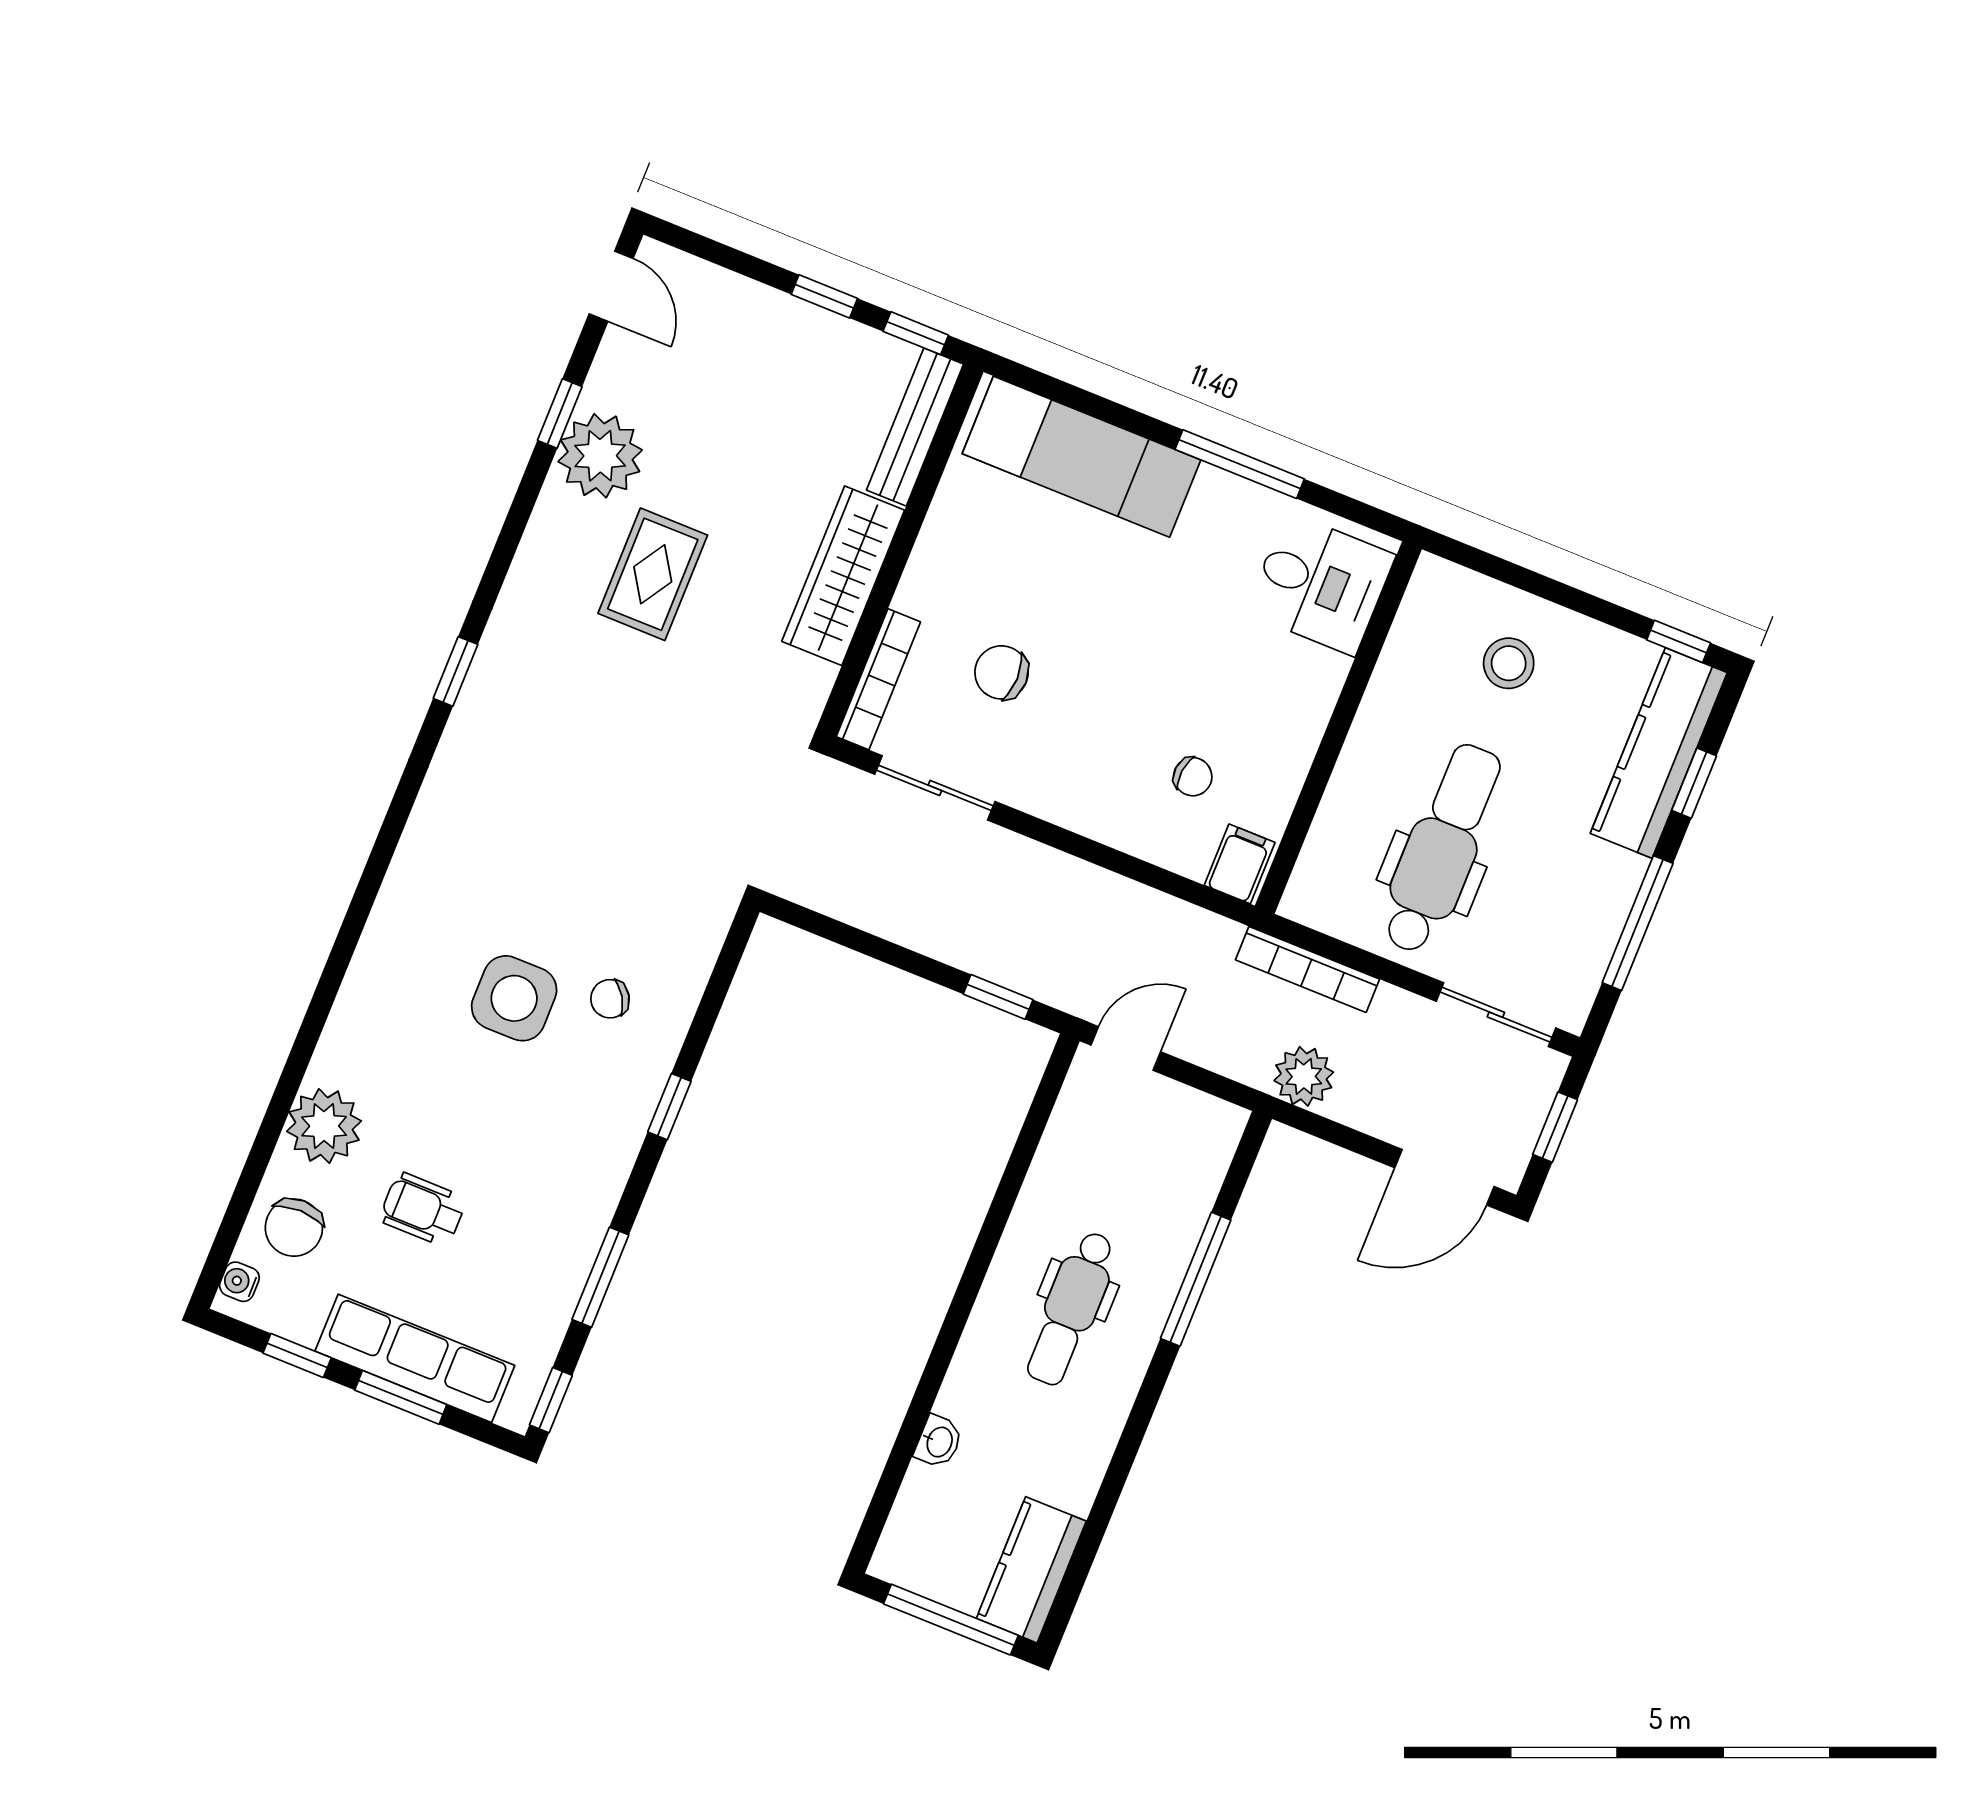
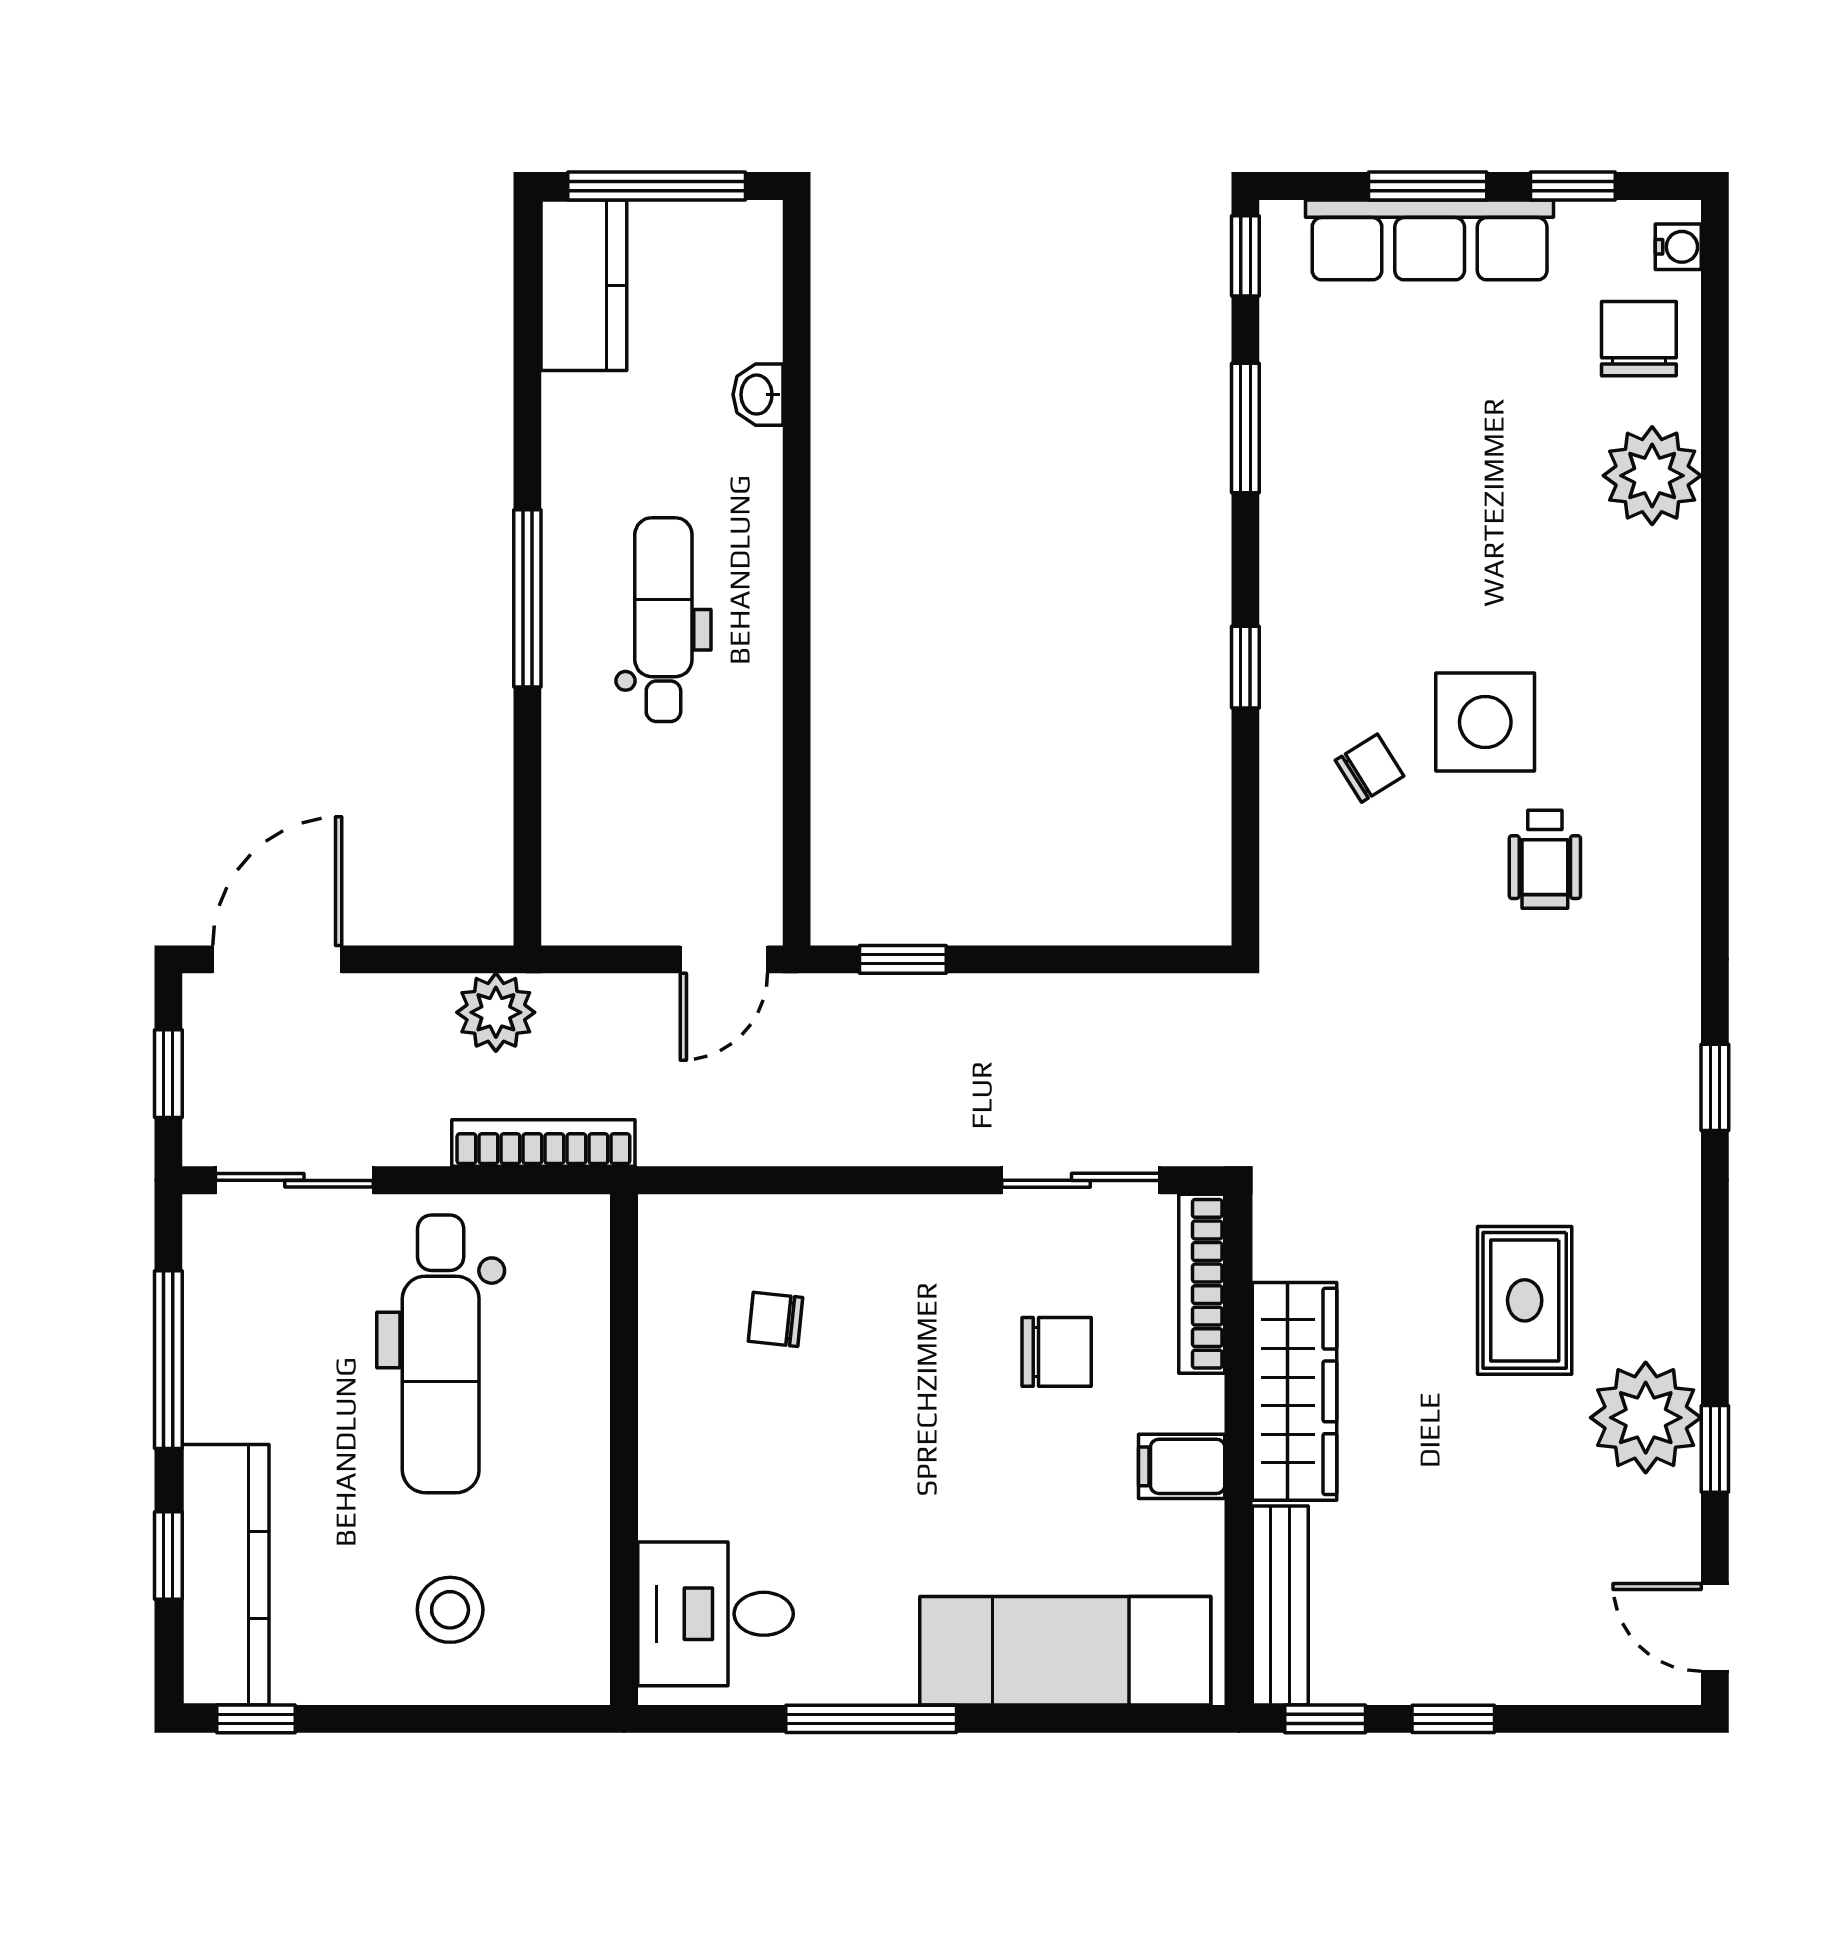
filing cabinet: (1240, 864) -> (1182, 1466), moved, turned 90
wheelchair: (423, 1209) -> (1545, 859), moved, turned 90
window: (1196, 1279) -> (527, 598), moved

